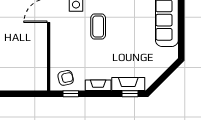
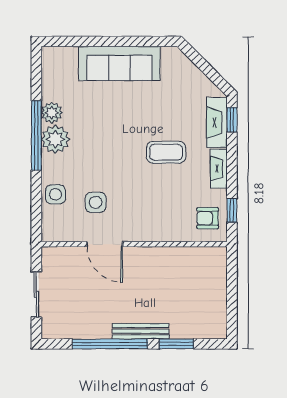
coffee table: (98, 26) -> (166, 152), moved
armchair: (66, 78) -> (208, 218), turned -77

